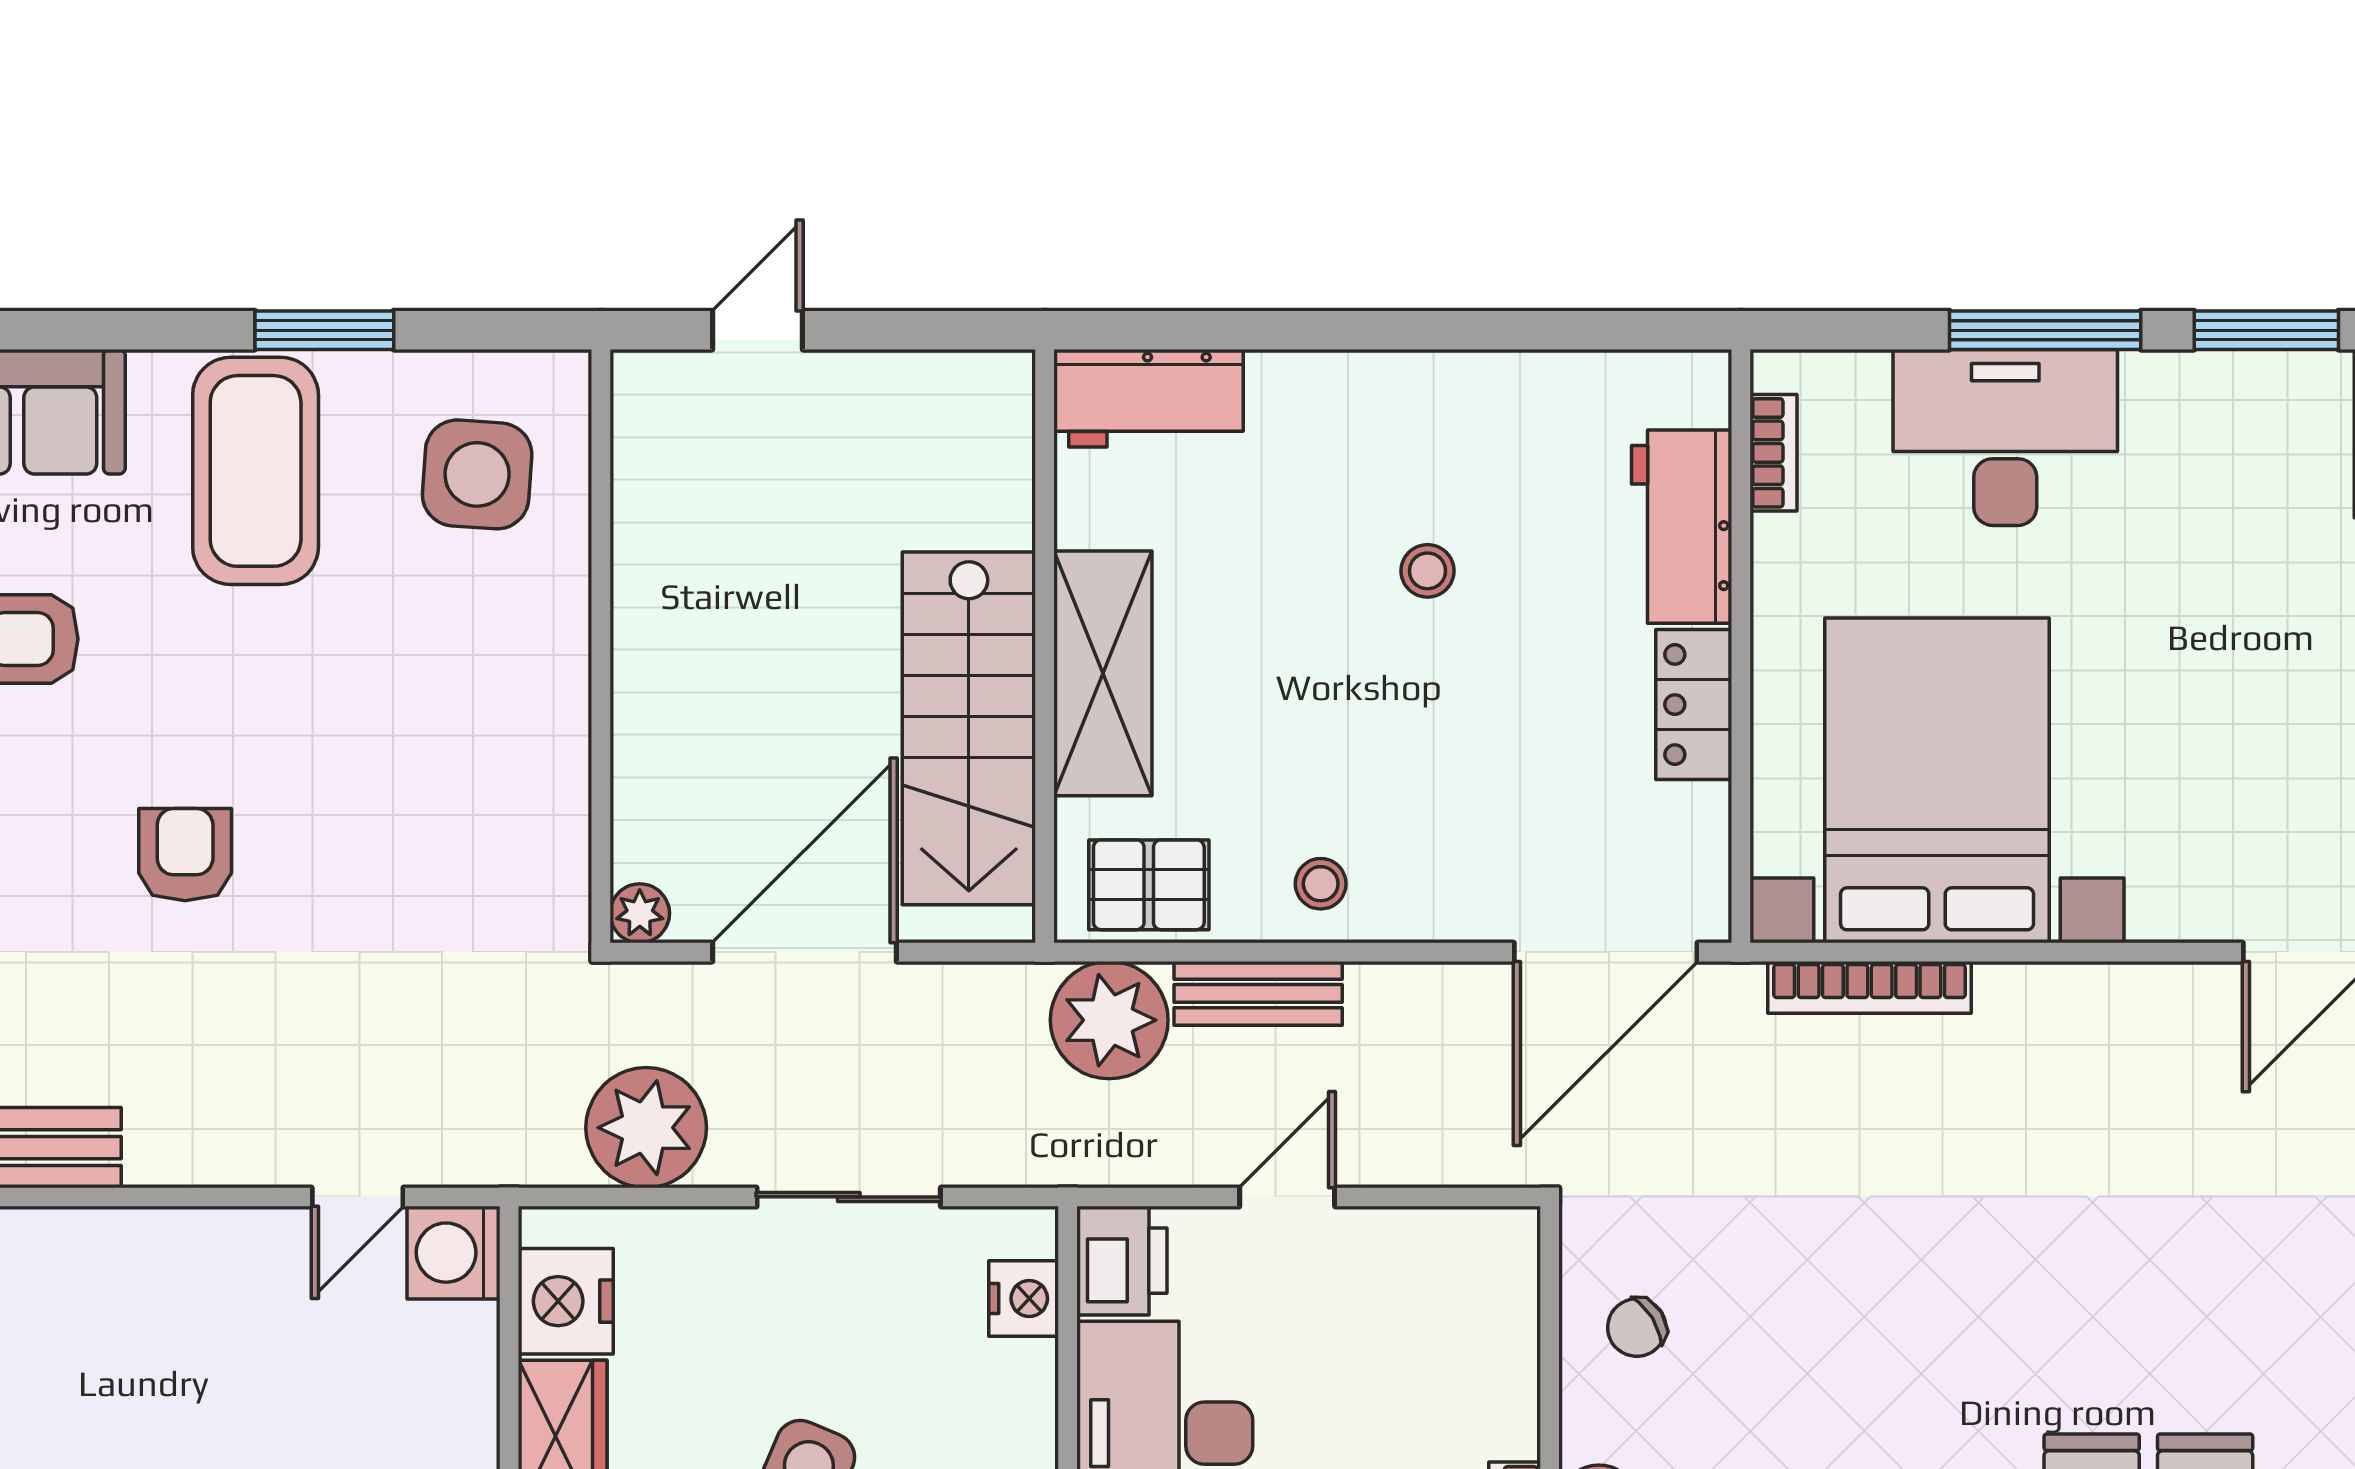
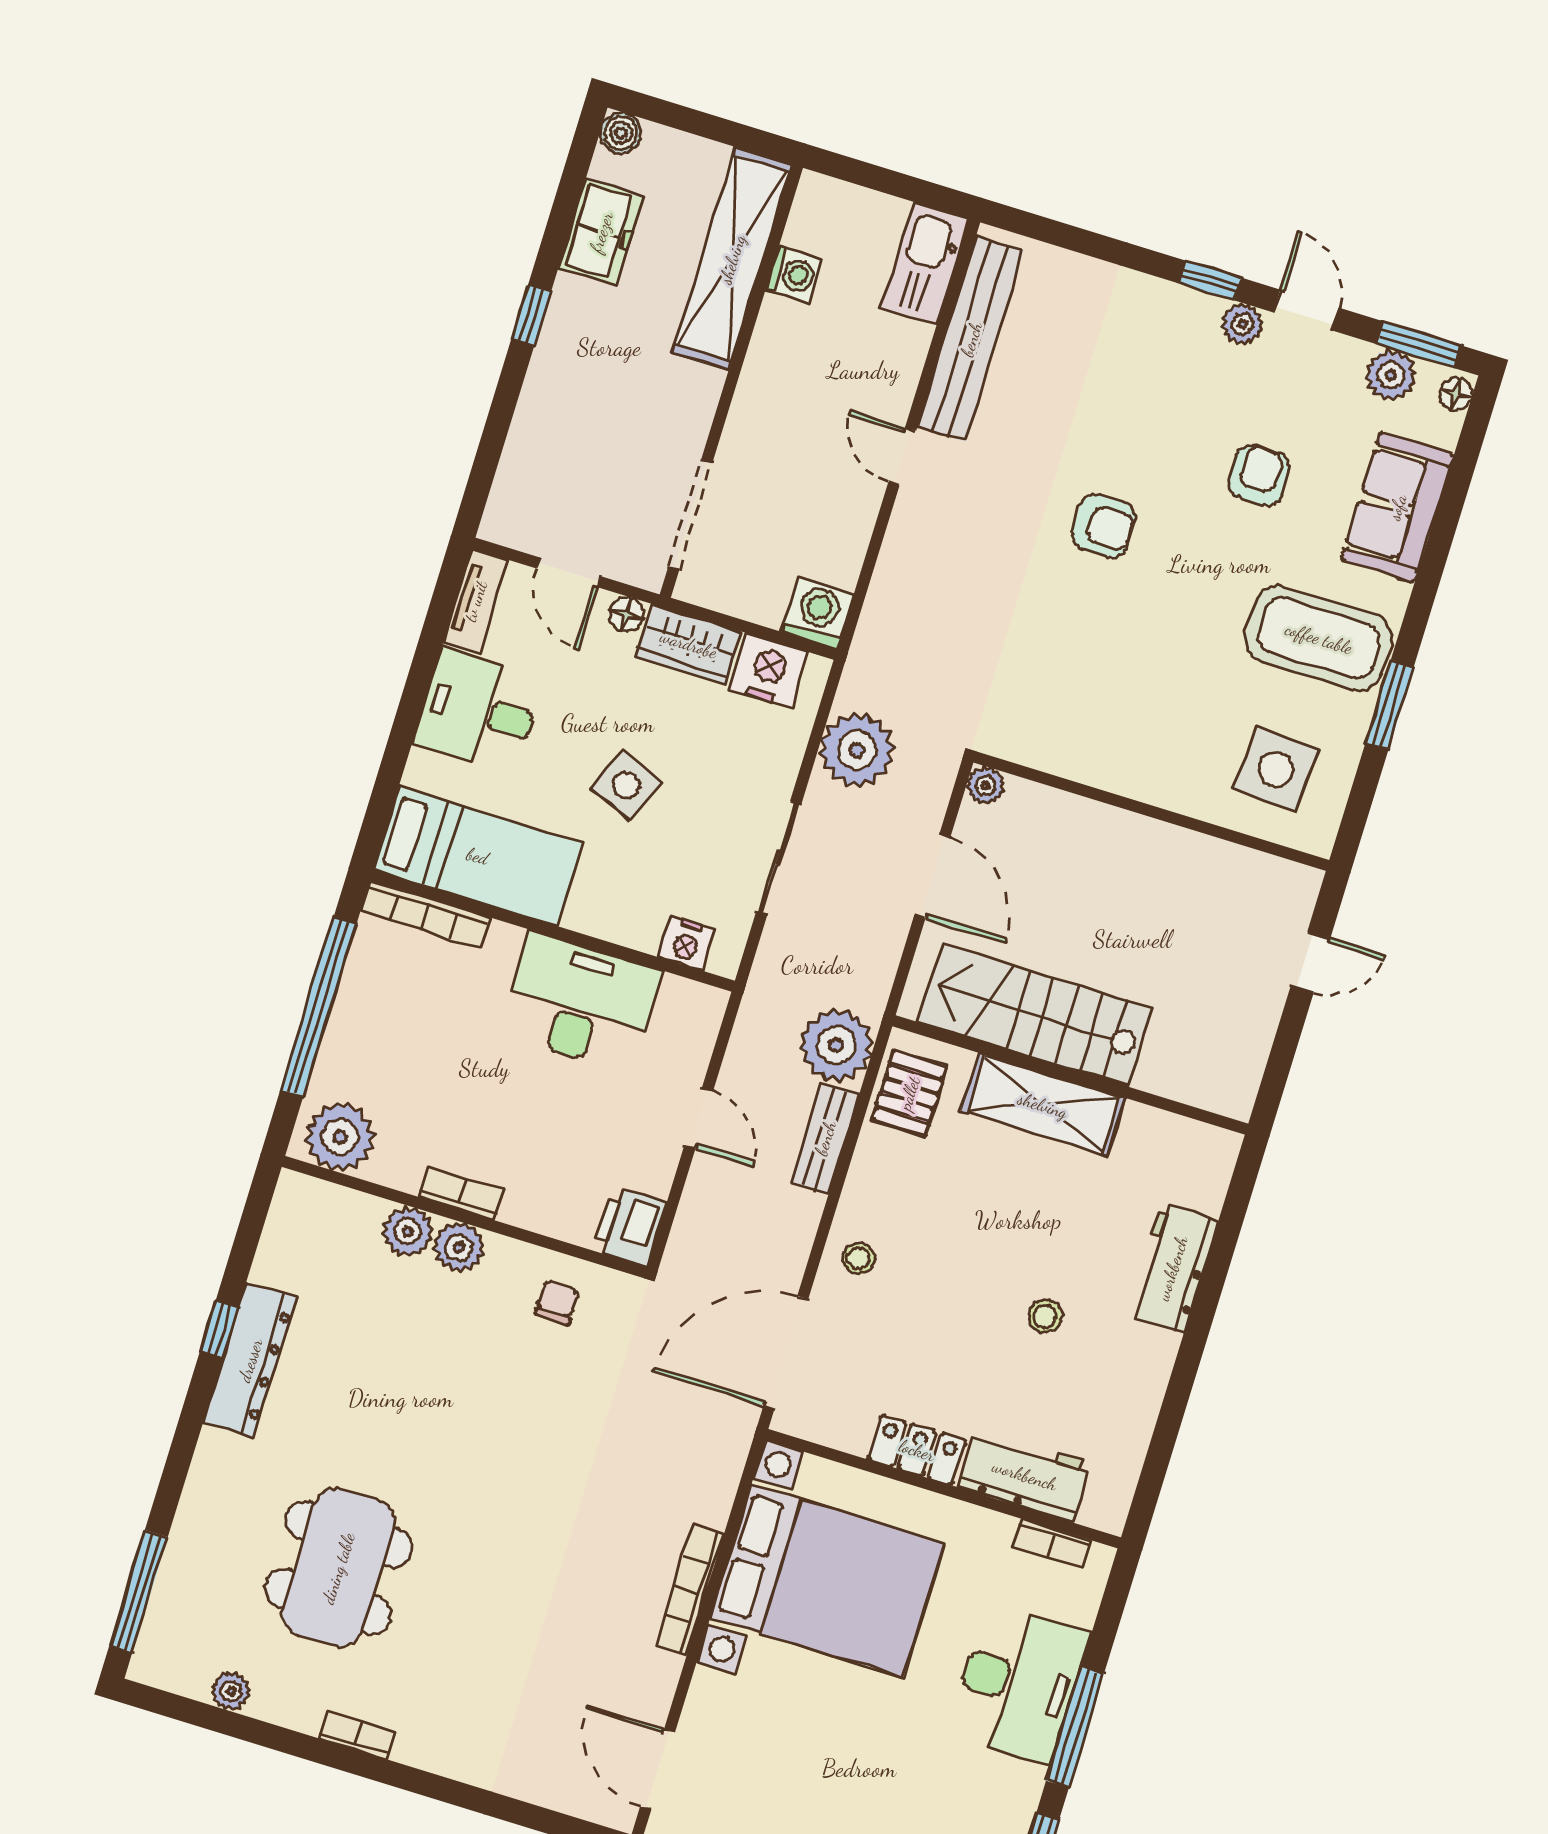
door: (757, 330) -> (1310, 962), hinge flipped
workbench: (1148, 398) -> (1172, 1268), moved
stool: (1321, 884) -> (859, 1258), moved
door: (804, 952) -> (932, 876), width x0.73
door: (1606, 952) -> (786, 1352), hinge flipped
bookcase: (1869, 987) -> (690, 1590), moved
door: (358, 1197) -> (902, 456), moved
printer: (1122, 1261) -> (630, 1227), moved, turned 90
chair: (1637, 1328) -> (557, 1302), turned 32

